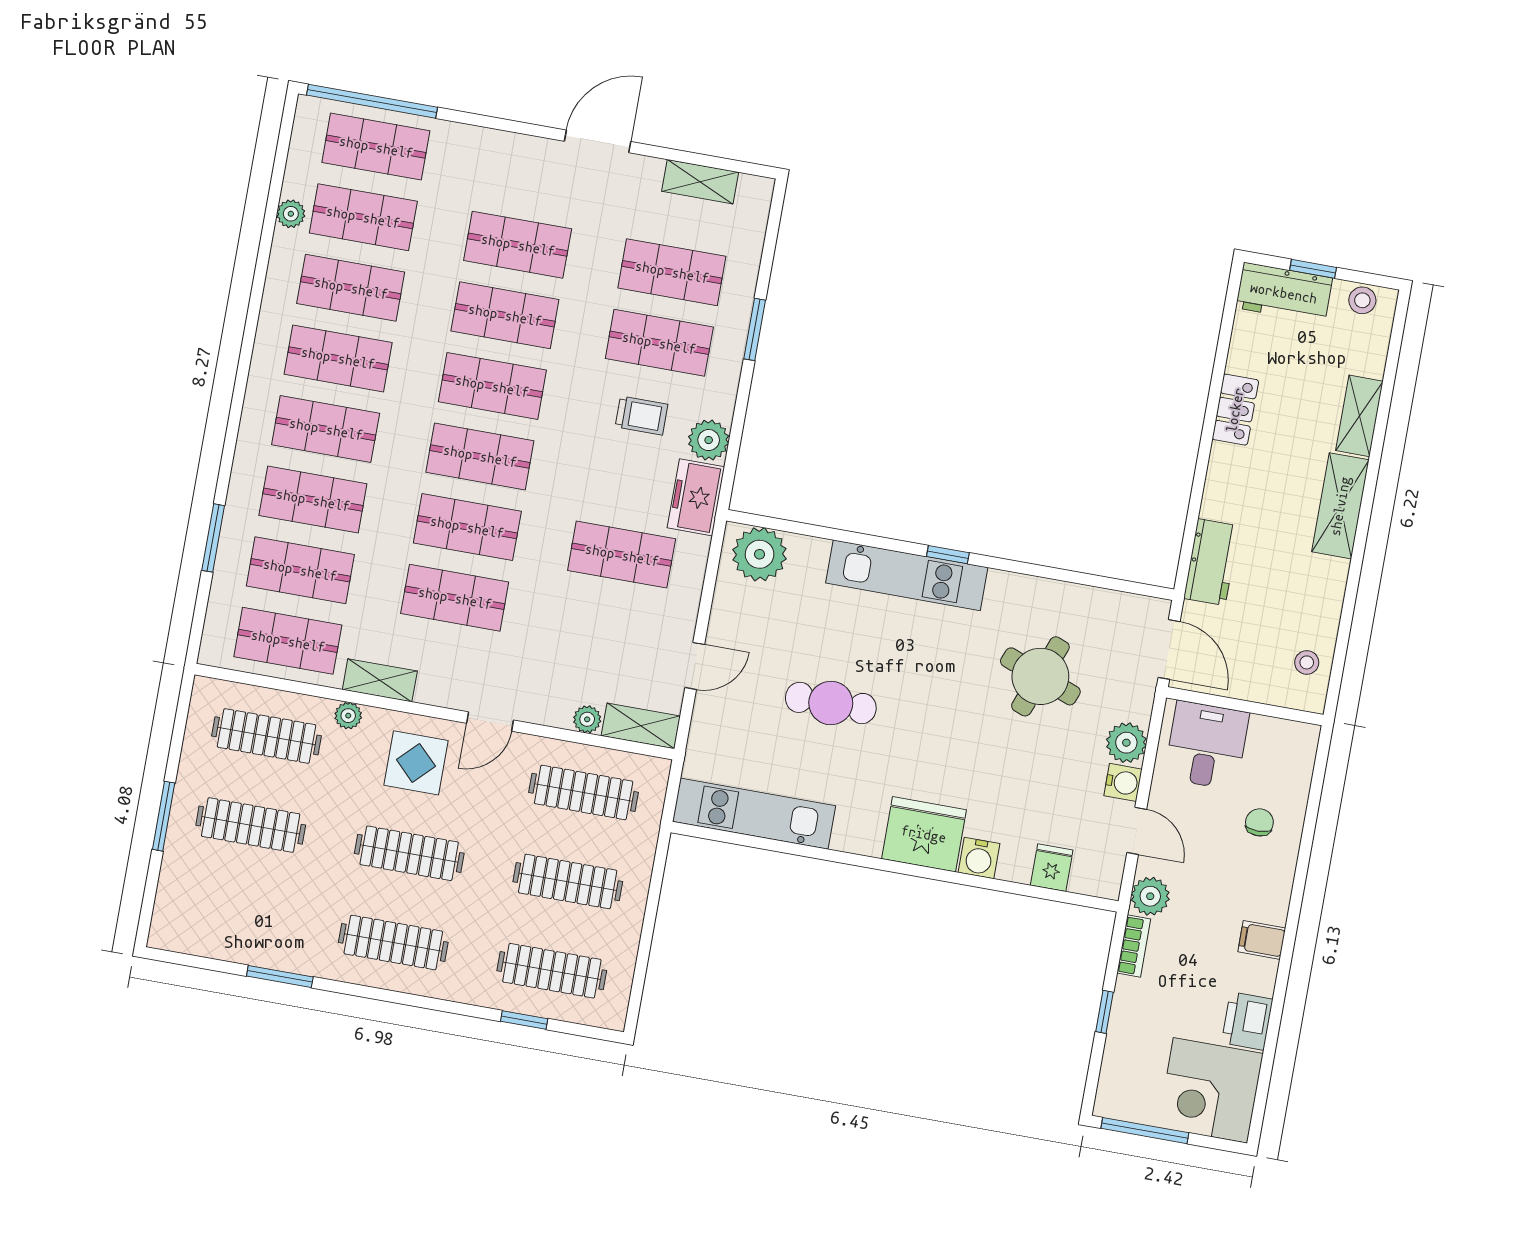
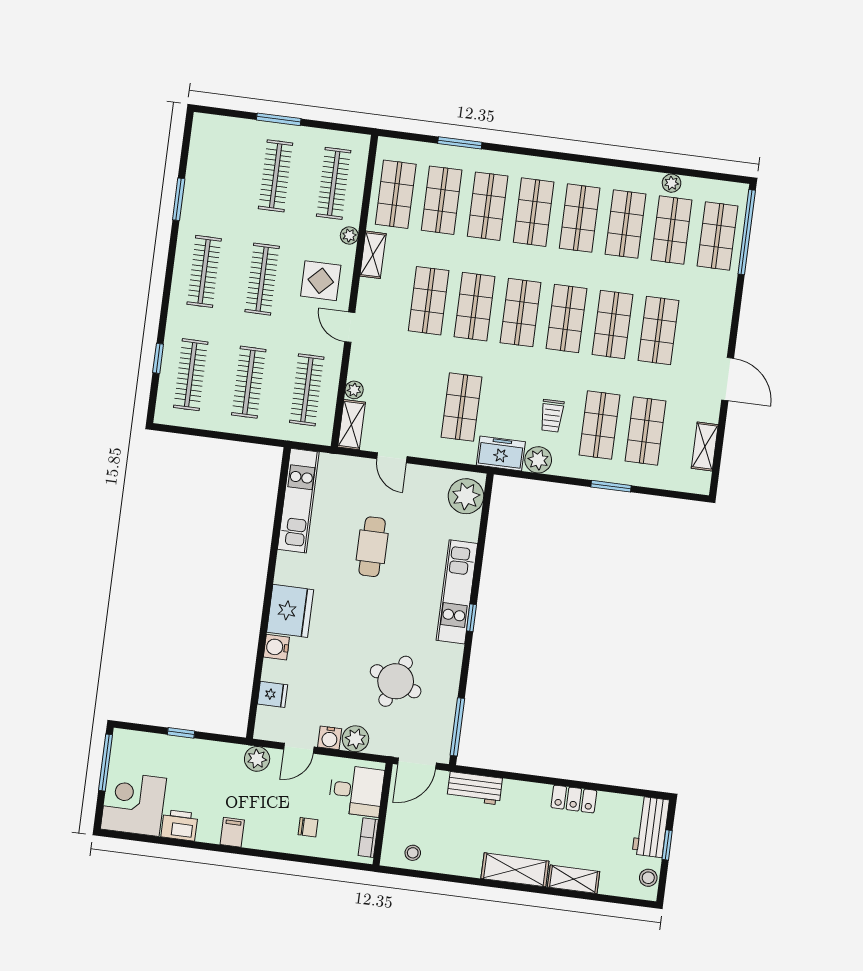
window: (1115, 584) -> (457, 727), added
bookcase: (1134, 946) -> (368, 838), moved, turned 90

